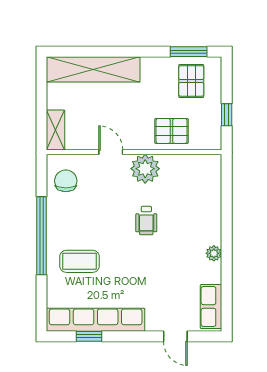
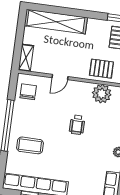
door: (111, 152) -> (60, 77), swing flipped
plant: (145, 169) -> (102, 94), moved

